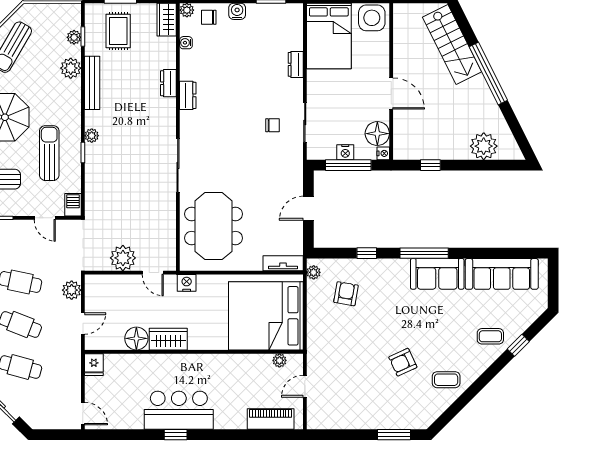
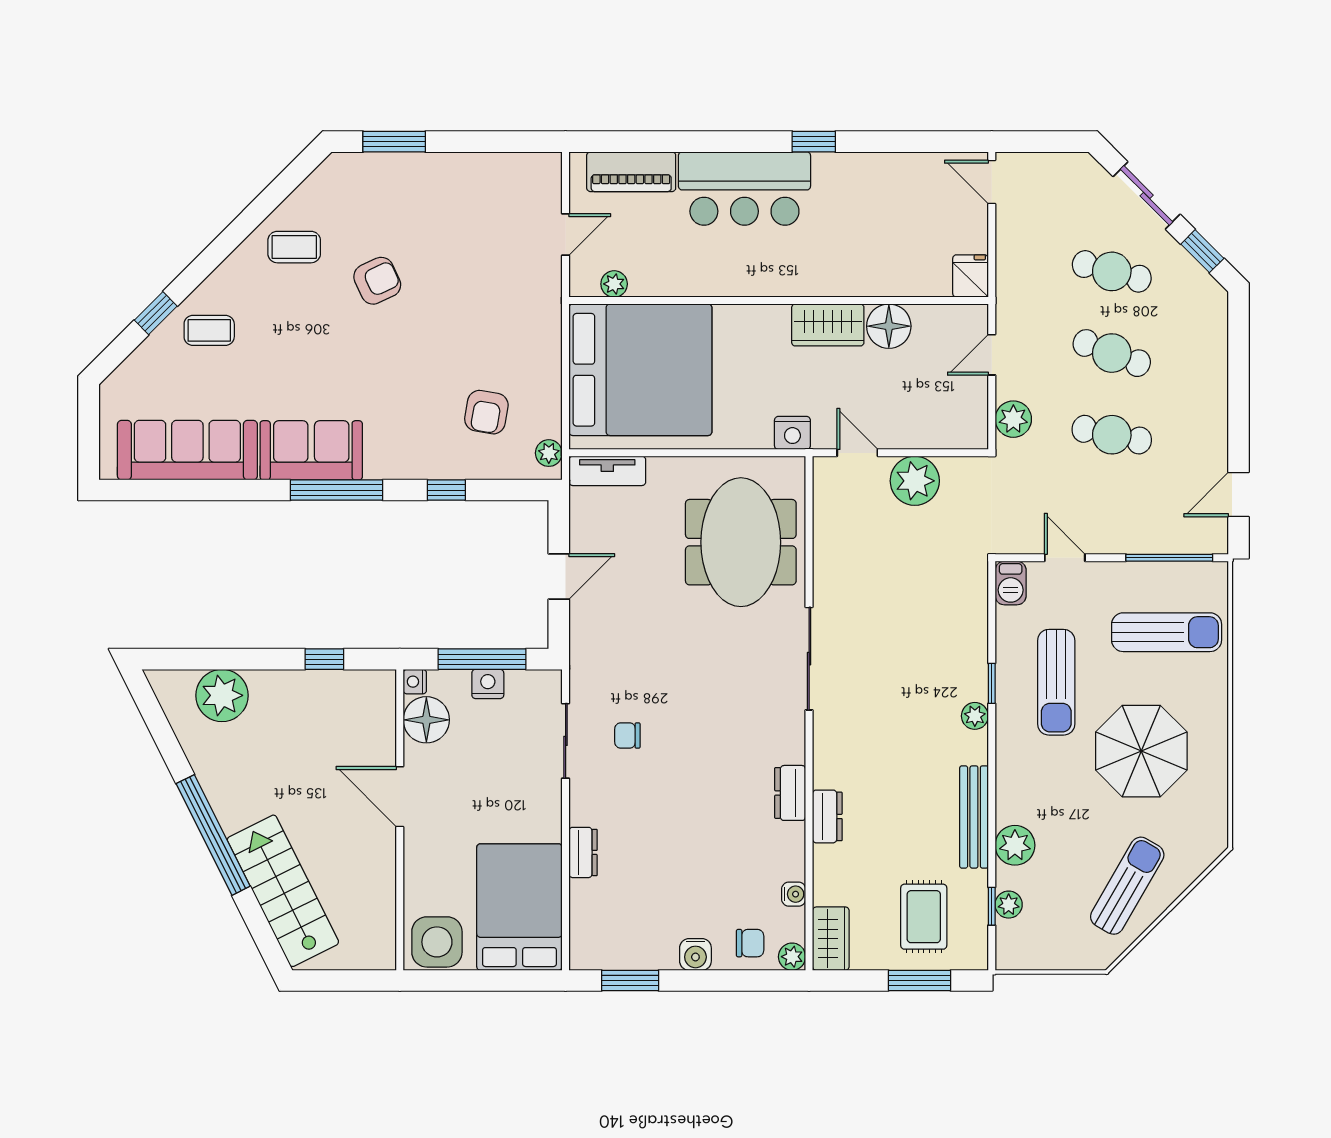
bar counter: (179, 410) -> (744, 188), moved

